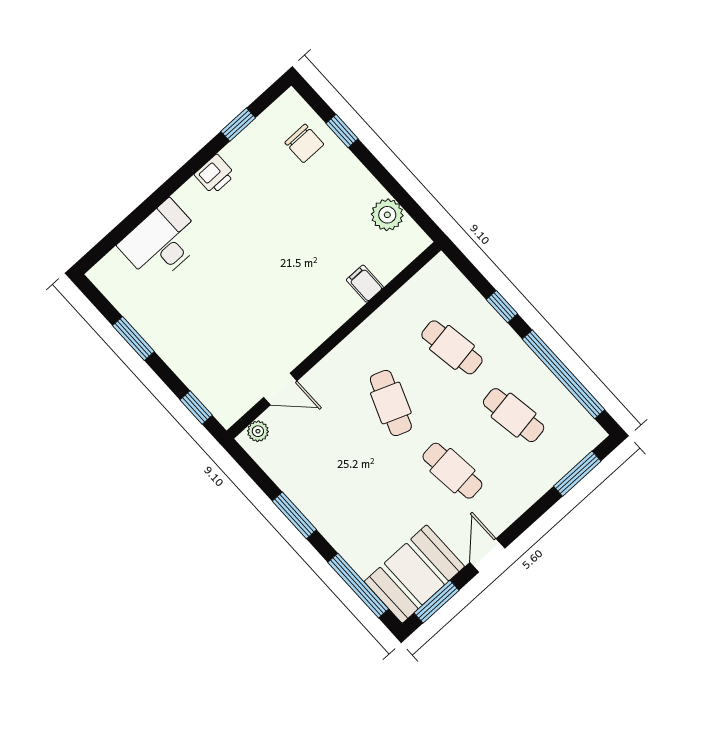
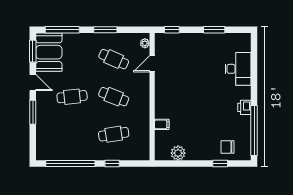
window: (238, 125) -> (254, 130), width x3.17
cafe table: (514, 415) -> (114, 59), moved, turned 33
window: (577, 474) -> (33, 112), moved

